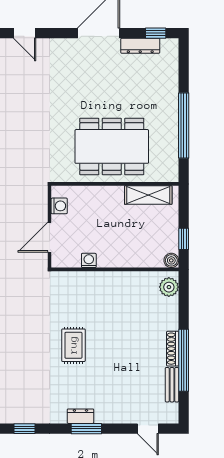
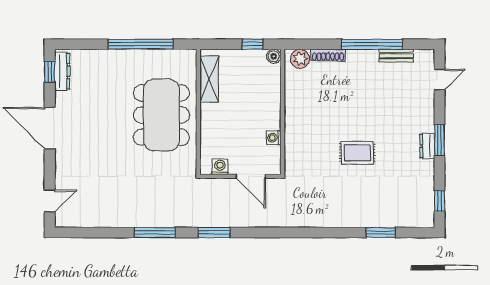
dresser: (140, 46) -> (62, 71), moved
shoe rack: (173, 349) -> (328, 55), moved

